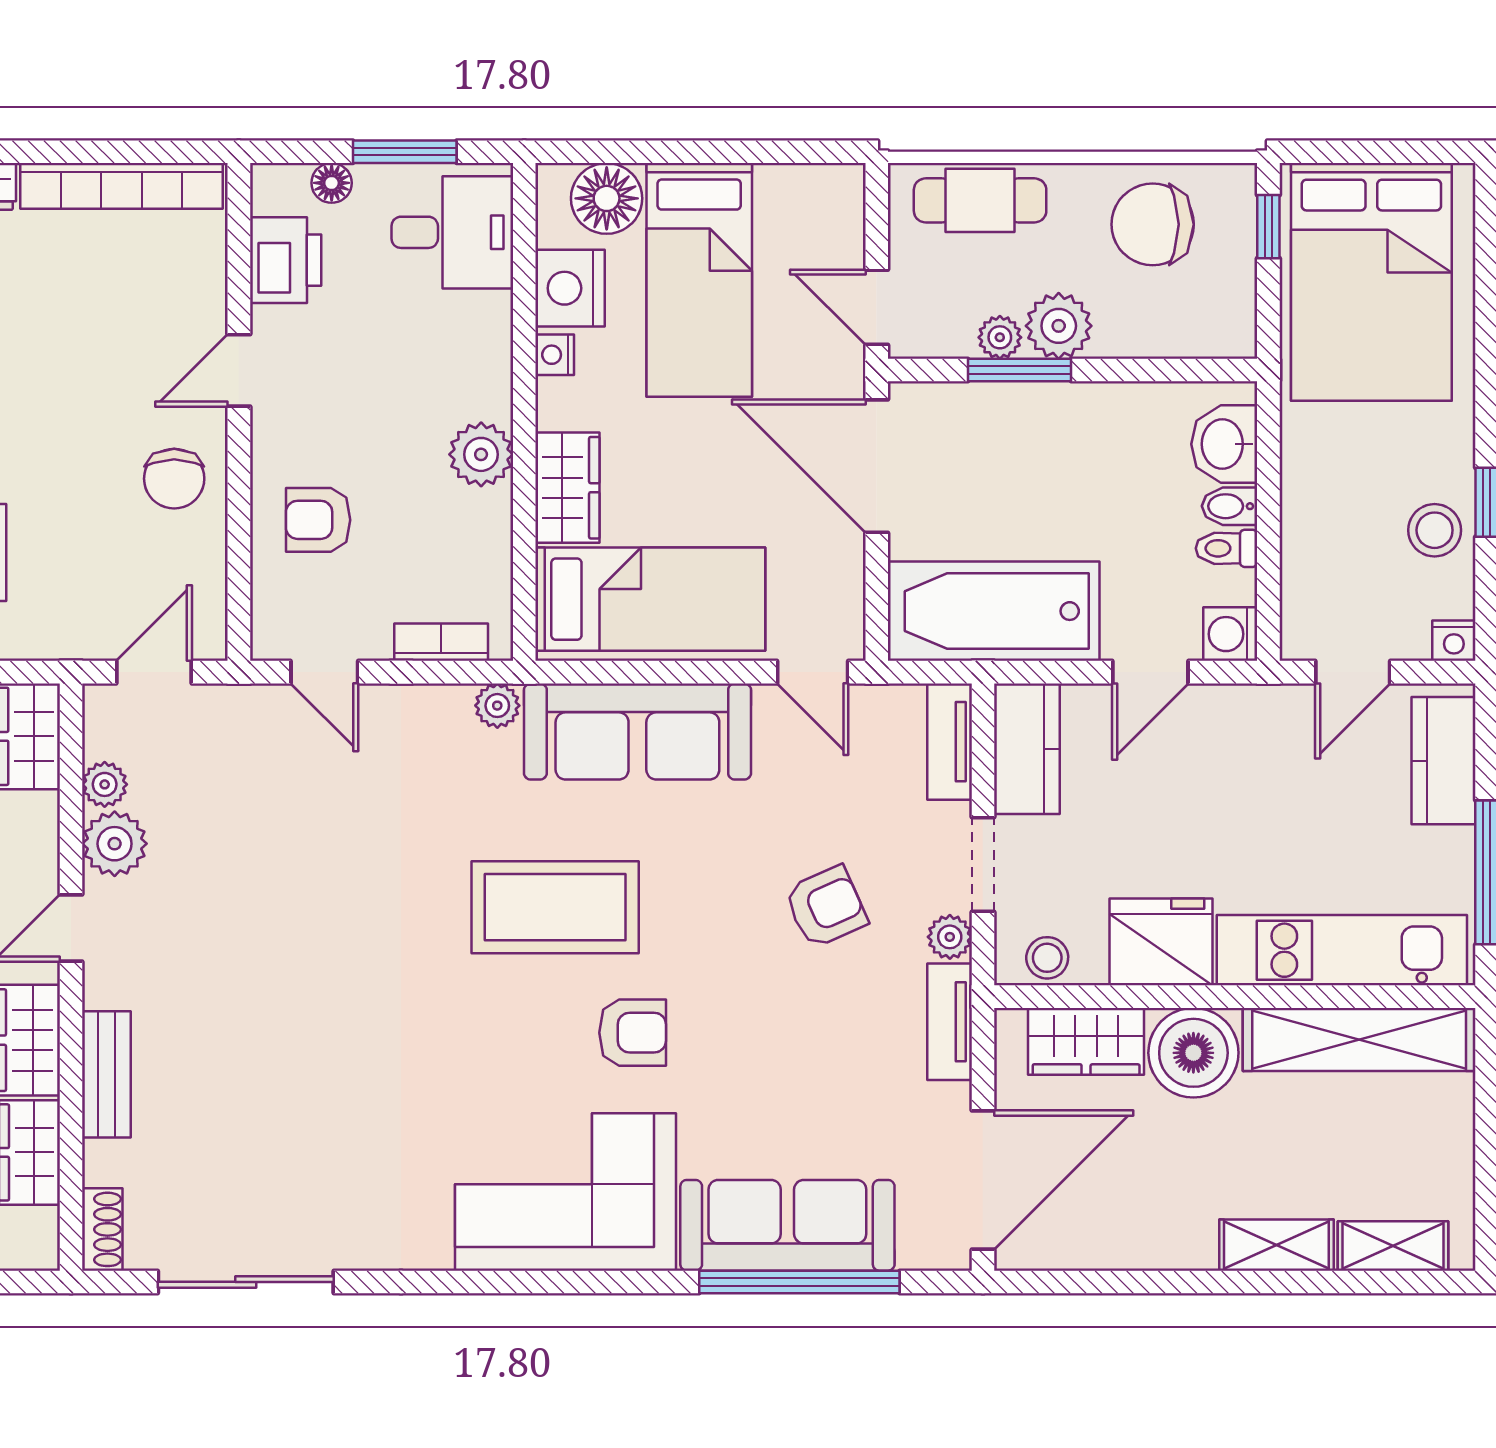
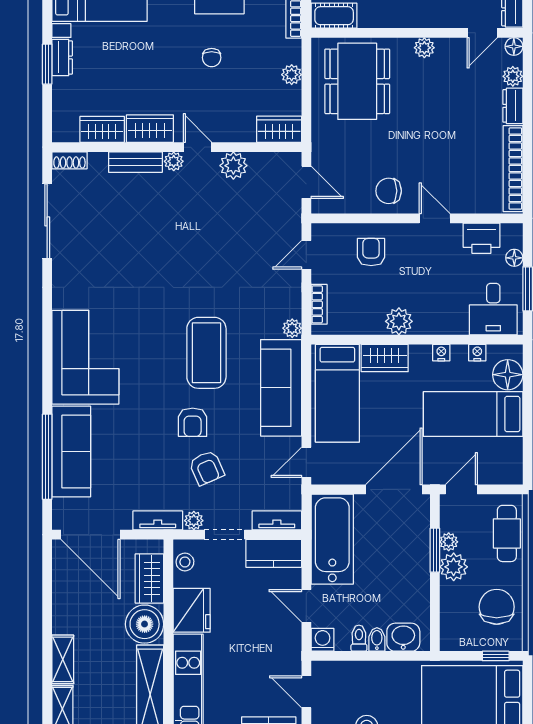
nightstand: (570, 288) -> (477, 353), width x0.53, depth x0.56
plant: (105, 784) -> (174, 161), moved
armchair: (633, 1033) -> (193, 422), moved

